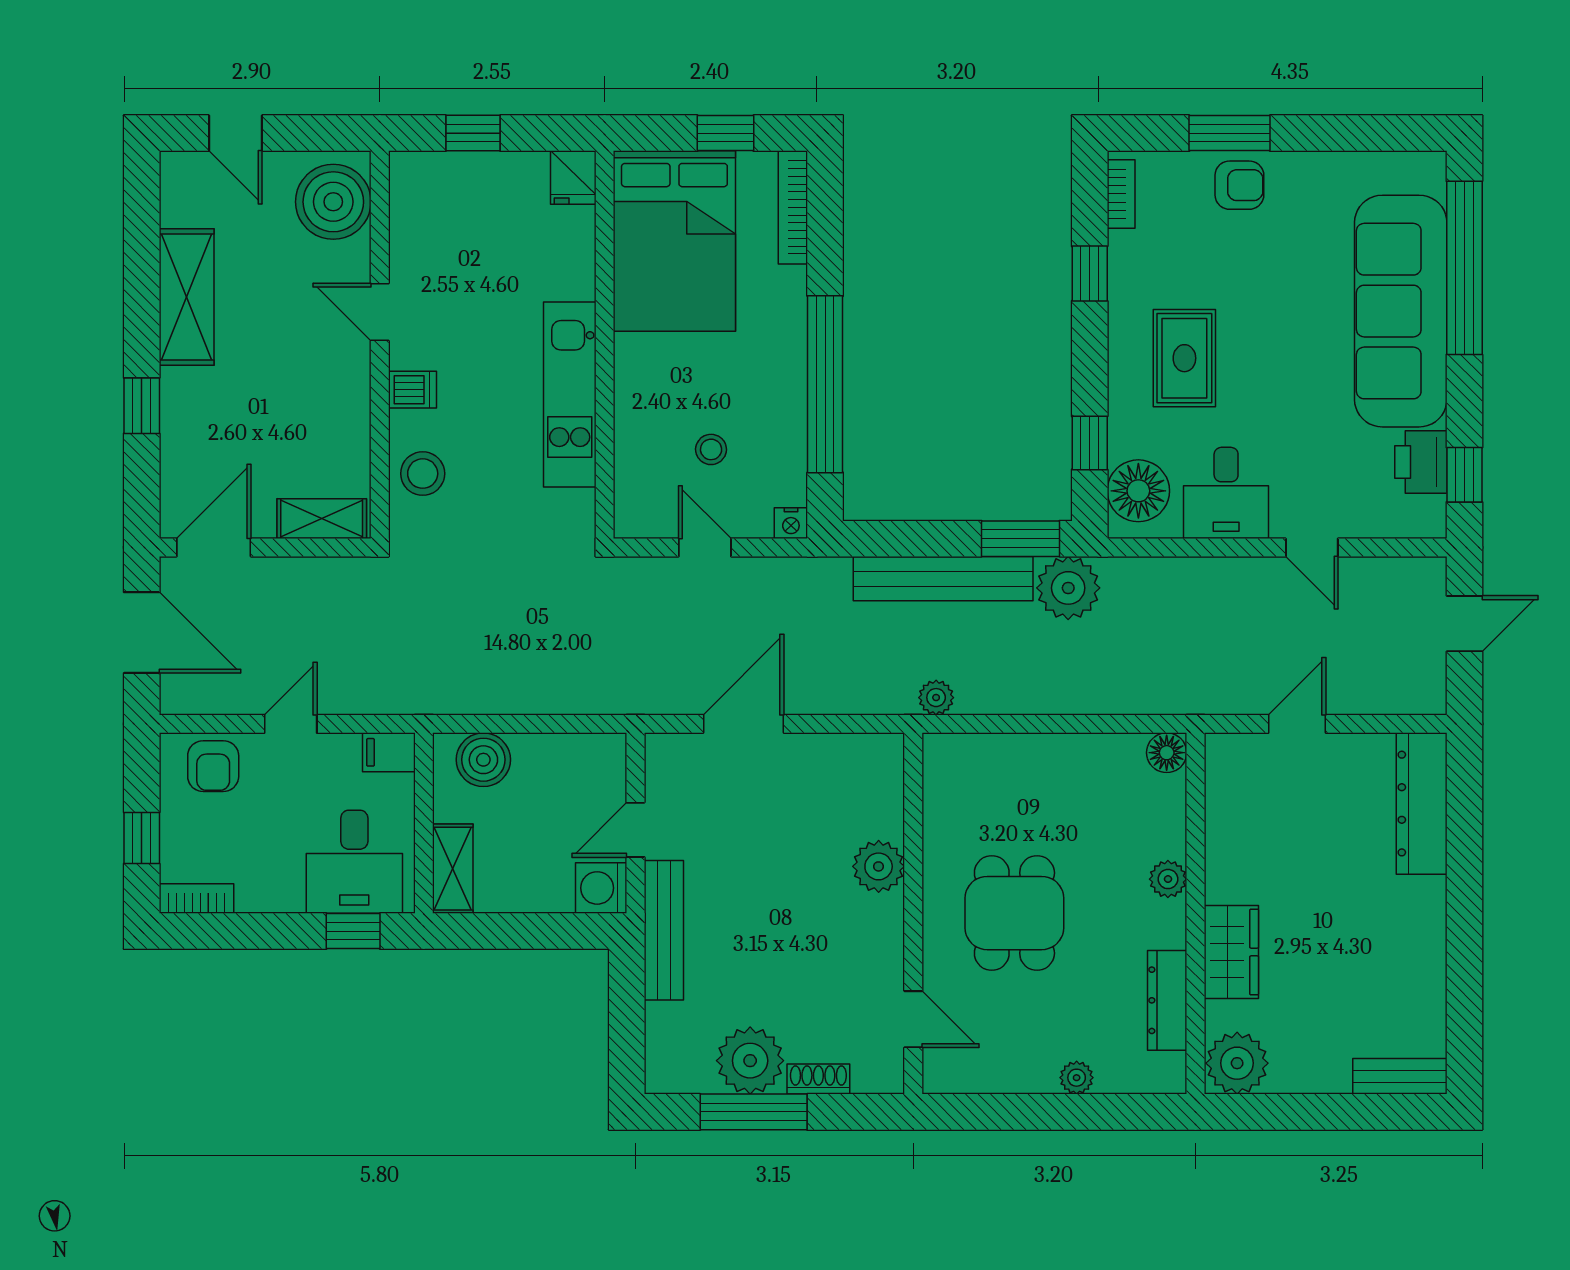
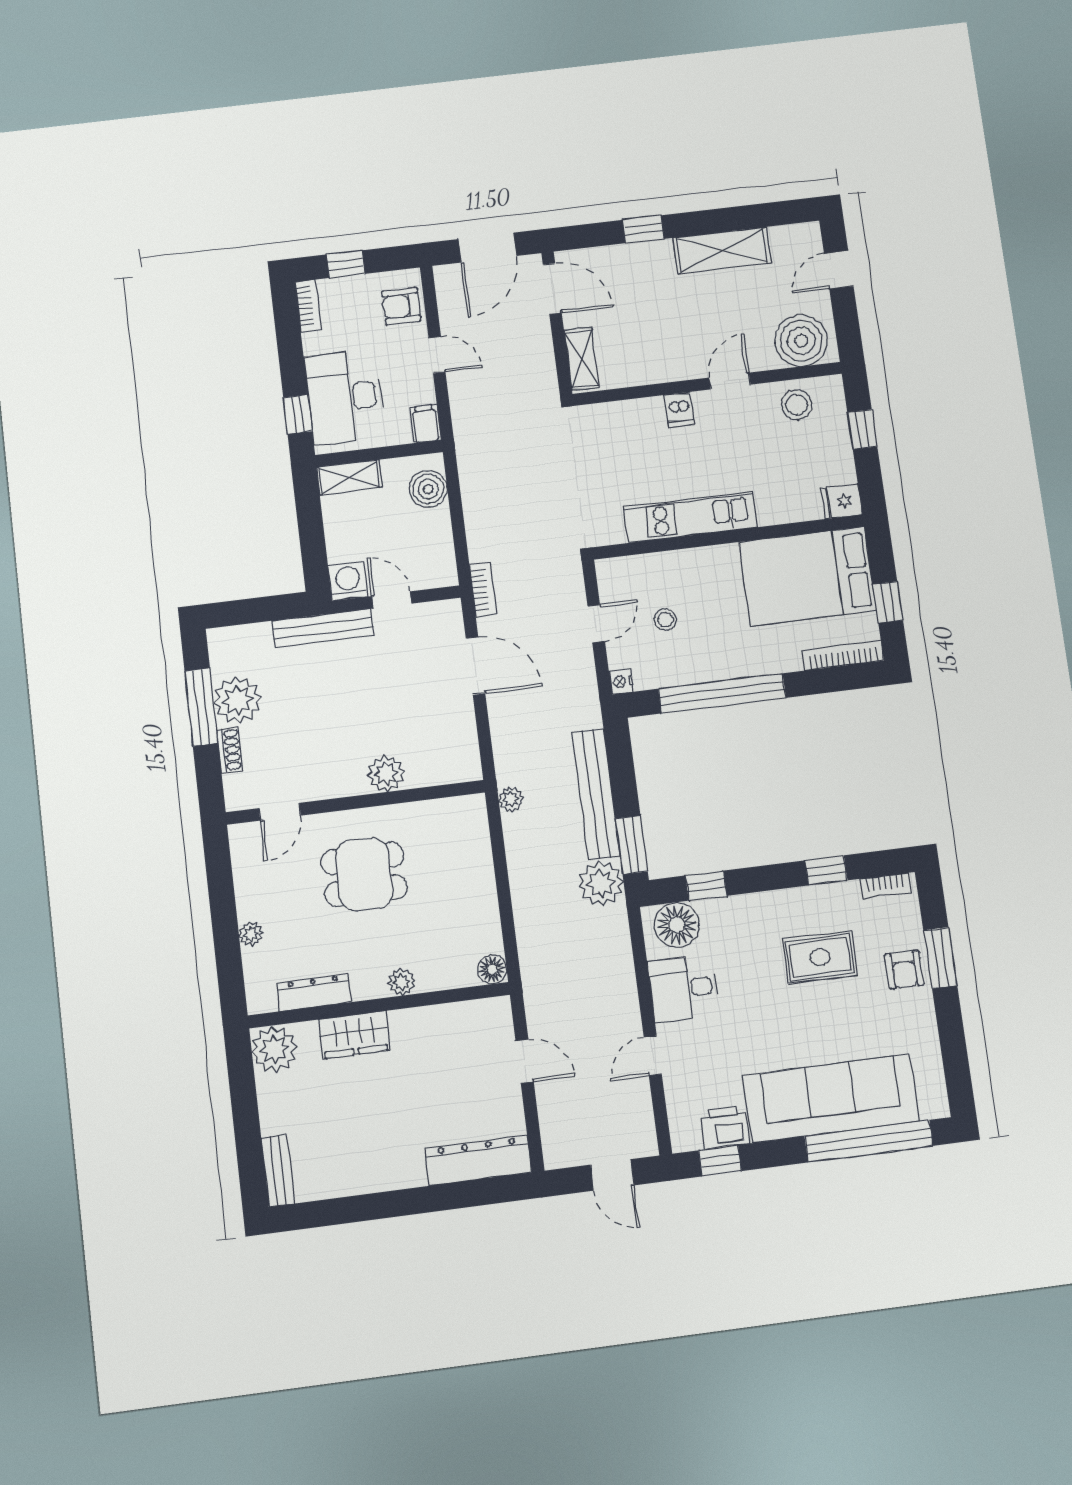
rug: (1184, 358) -> (820, 957), moved
stool: (423, 474) -> (796, 405), moved
bookcase: (637, 700) -> (483, 589), added
desk: (354, 862) -> (345, 397), width x1.37

